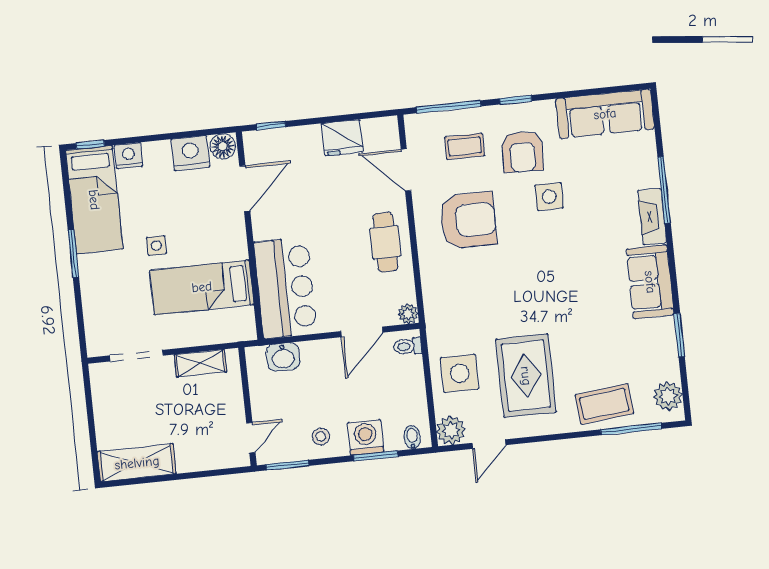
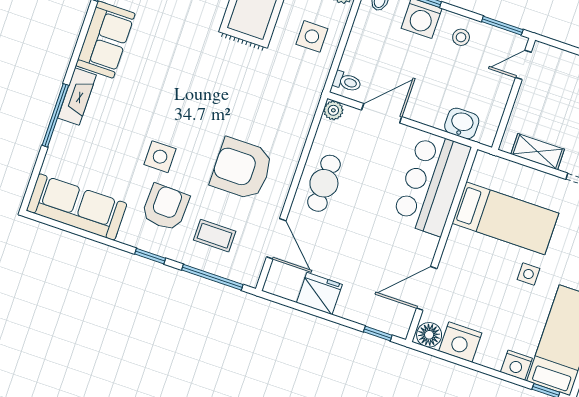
side table: (460, 373) -> (312, 36), width x0.73, depth x0.73

